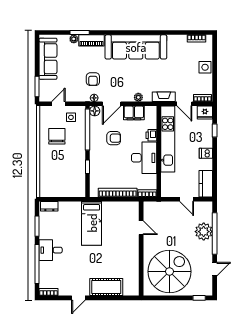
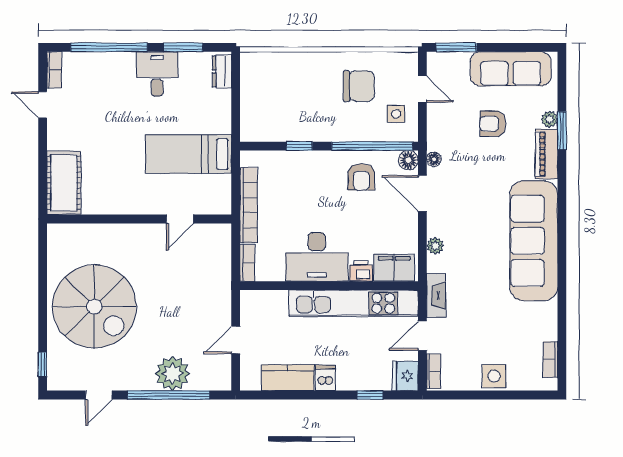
armchair: (93, 79) -> (493, 124), moved
filing cabinet: (134, 113) -> (394, 268), moved, turned 90
armchair: (114, 138) -> (361, 177), moved
kitchen counter: (206, 184) -> (288, 378), moved
door: (141, 228) -> (180, 219), moved
wall: (141, 249) -> (139, 219), moved
desk: (51, 250) -> (157, 74), moved
door: (215, 269) -> (99, 395), hinge flipped
door: (78, 298) -> (43, 105), moved

